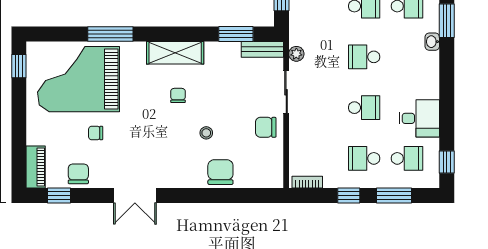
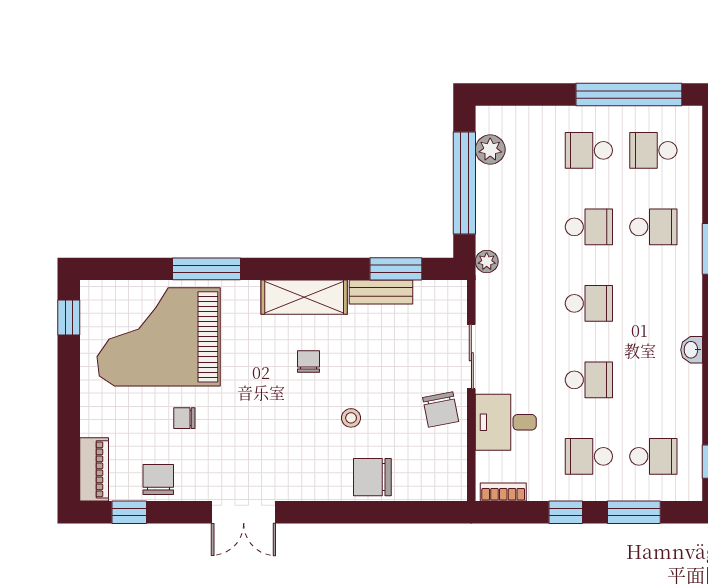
washbasin: (432, 42) -> (692, 350), moved
bench: (262, 49) -> (381, 292), moved
plant: (296, 54) -> (487, 261), moved
school desk: (364, 57) -> (589, 303), turned 180
desk: (419, 118) -> (506, 422), moved, turned 180
chair: (266, 127) -> (441, 410), turned -101
chair: (220, 172) -> (372, 477), turned -90

